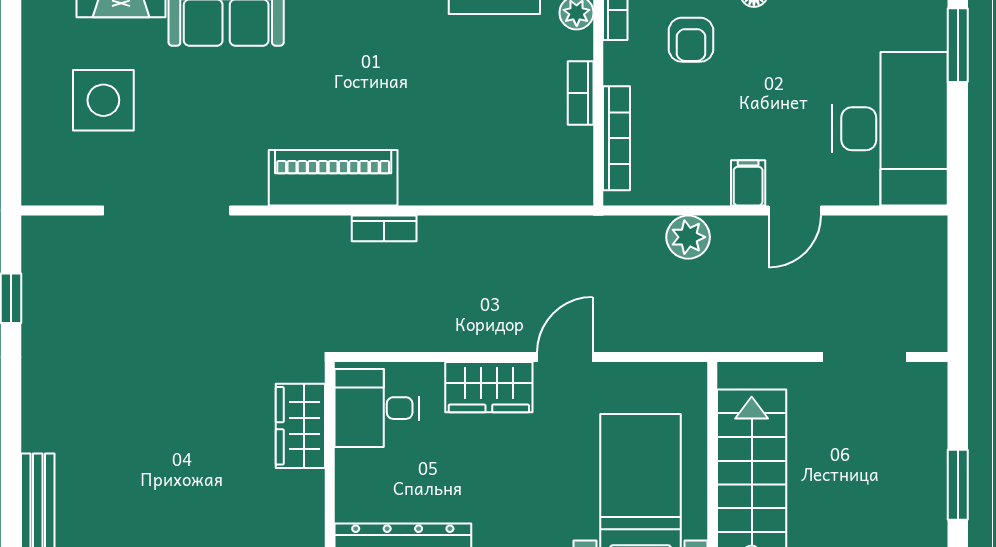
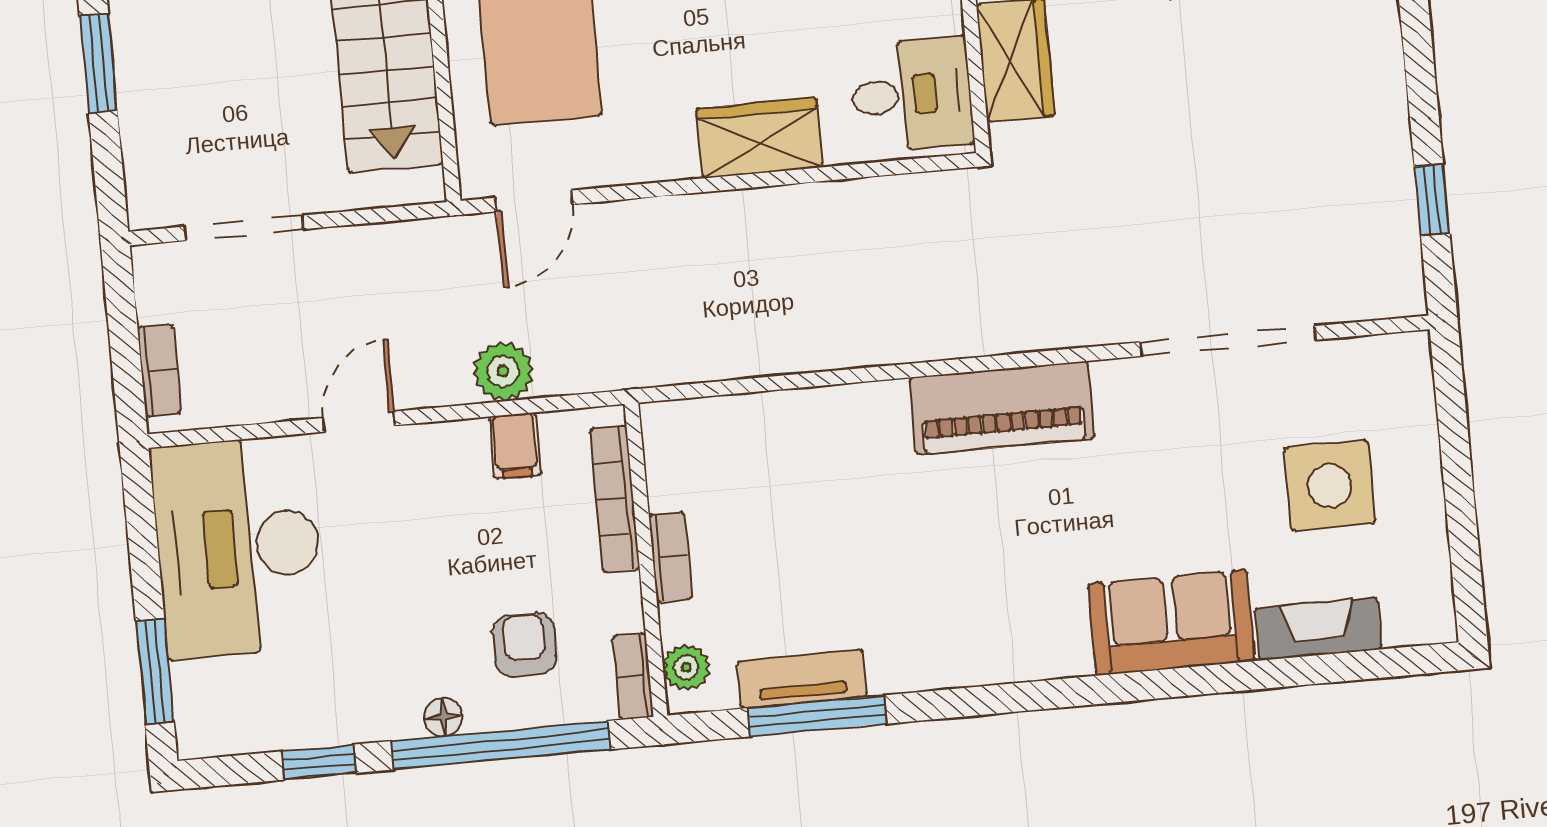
filing cabinet: (748, 183) -> (515, 446), moved
bookcase: (384, 228) -> (159, 370), moved, turned 90
door: (565, 357) -> (534, 201), moved

